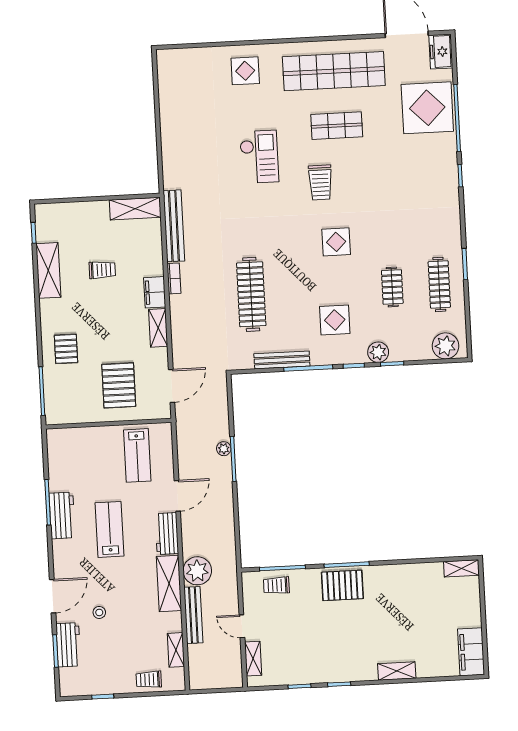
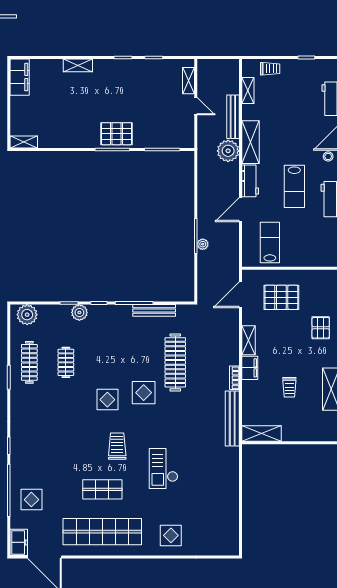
display table: (427, 108) -> (31, 500), width x0.54, depth x0.54
trolley: (102, 270) -> (289, 387), turned -90
display table: (335, 320) -> (144, 393), moved
pallet: (119, 385) -> (281, 297), turned 90
trolley: (276, 585) -> (168, 136), removed
stool: (99, 612) -> (328, 156), moved

